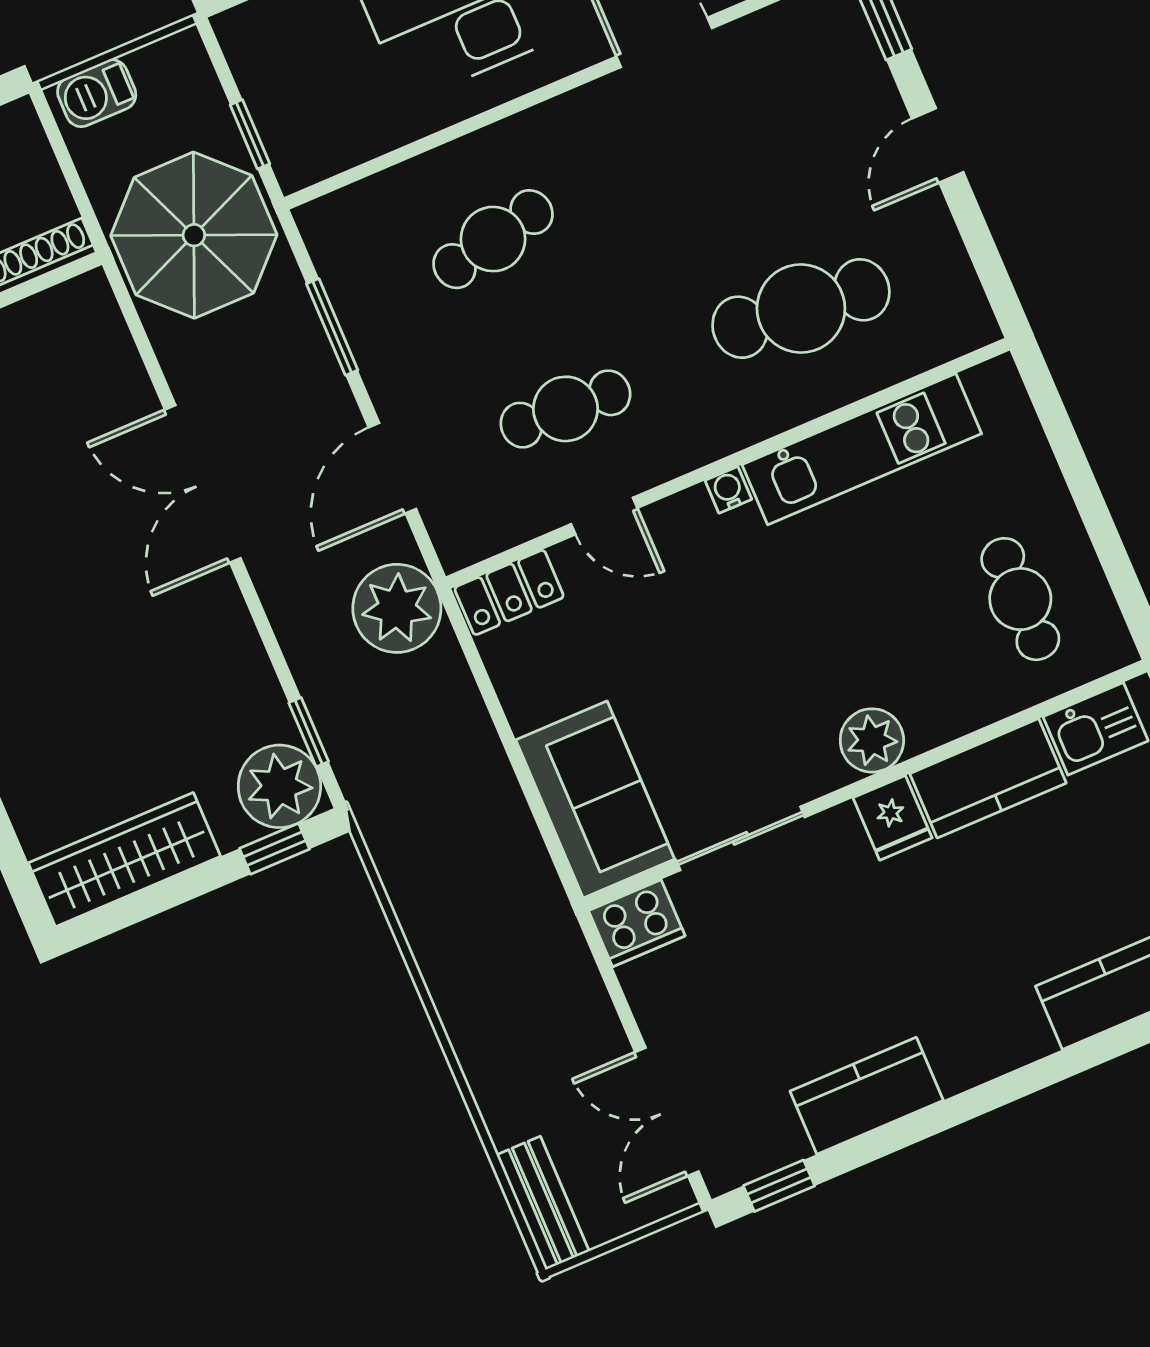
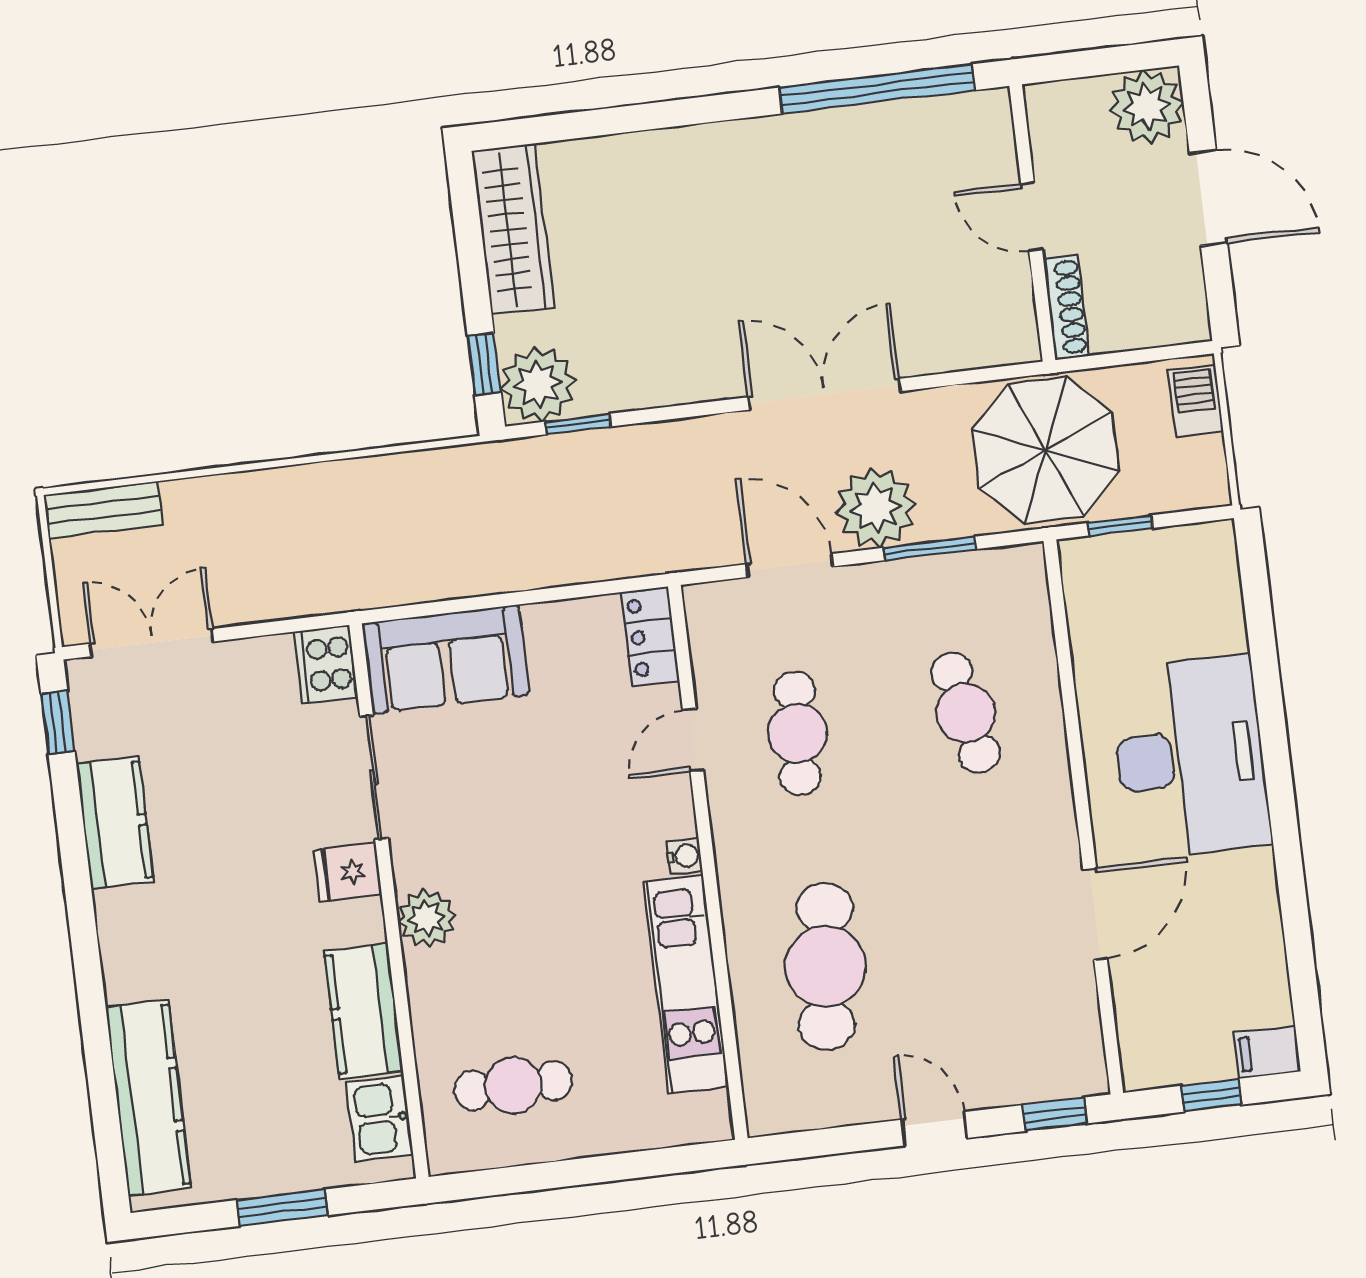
plant: (397, 608) -> (876, 508), moved
fridge: (893, 818) -> (348, 872), moved

